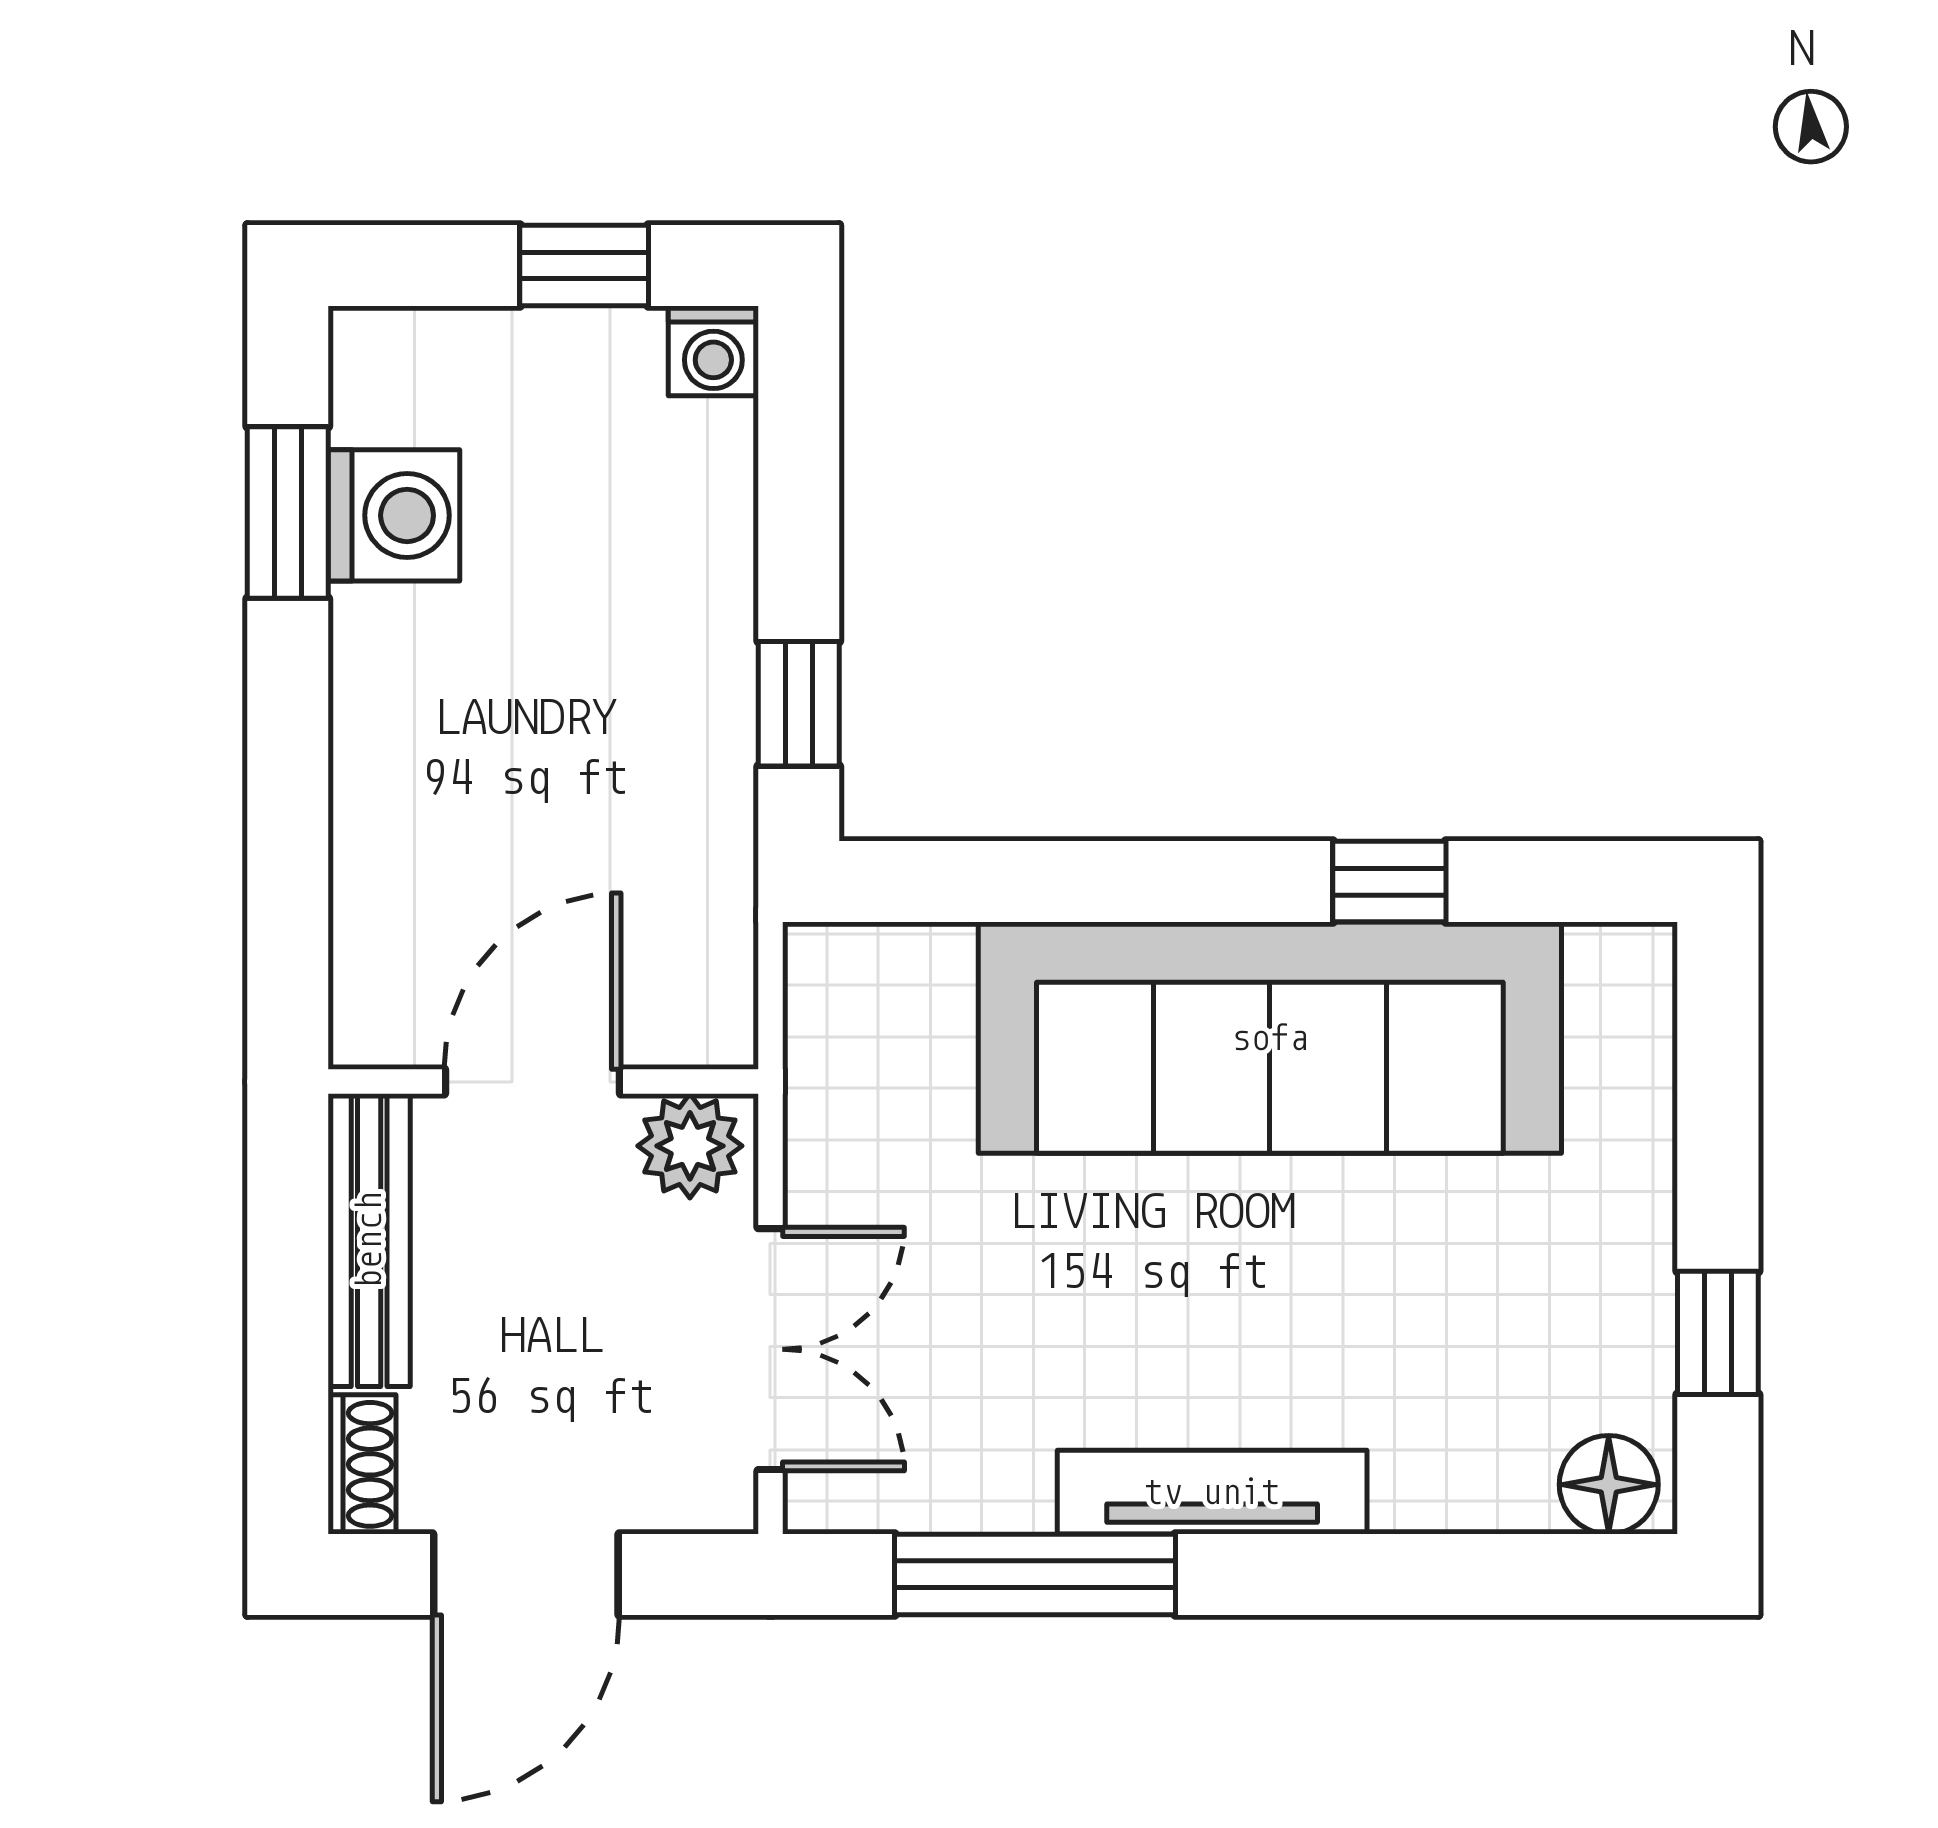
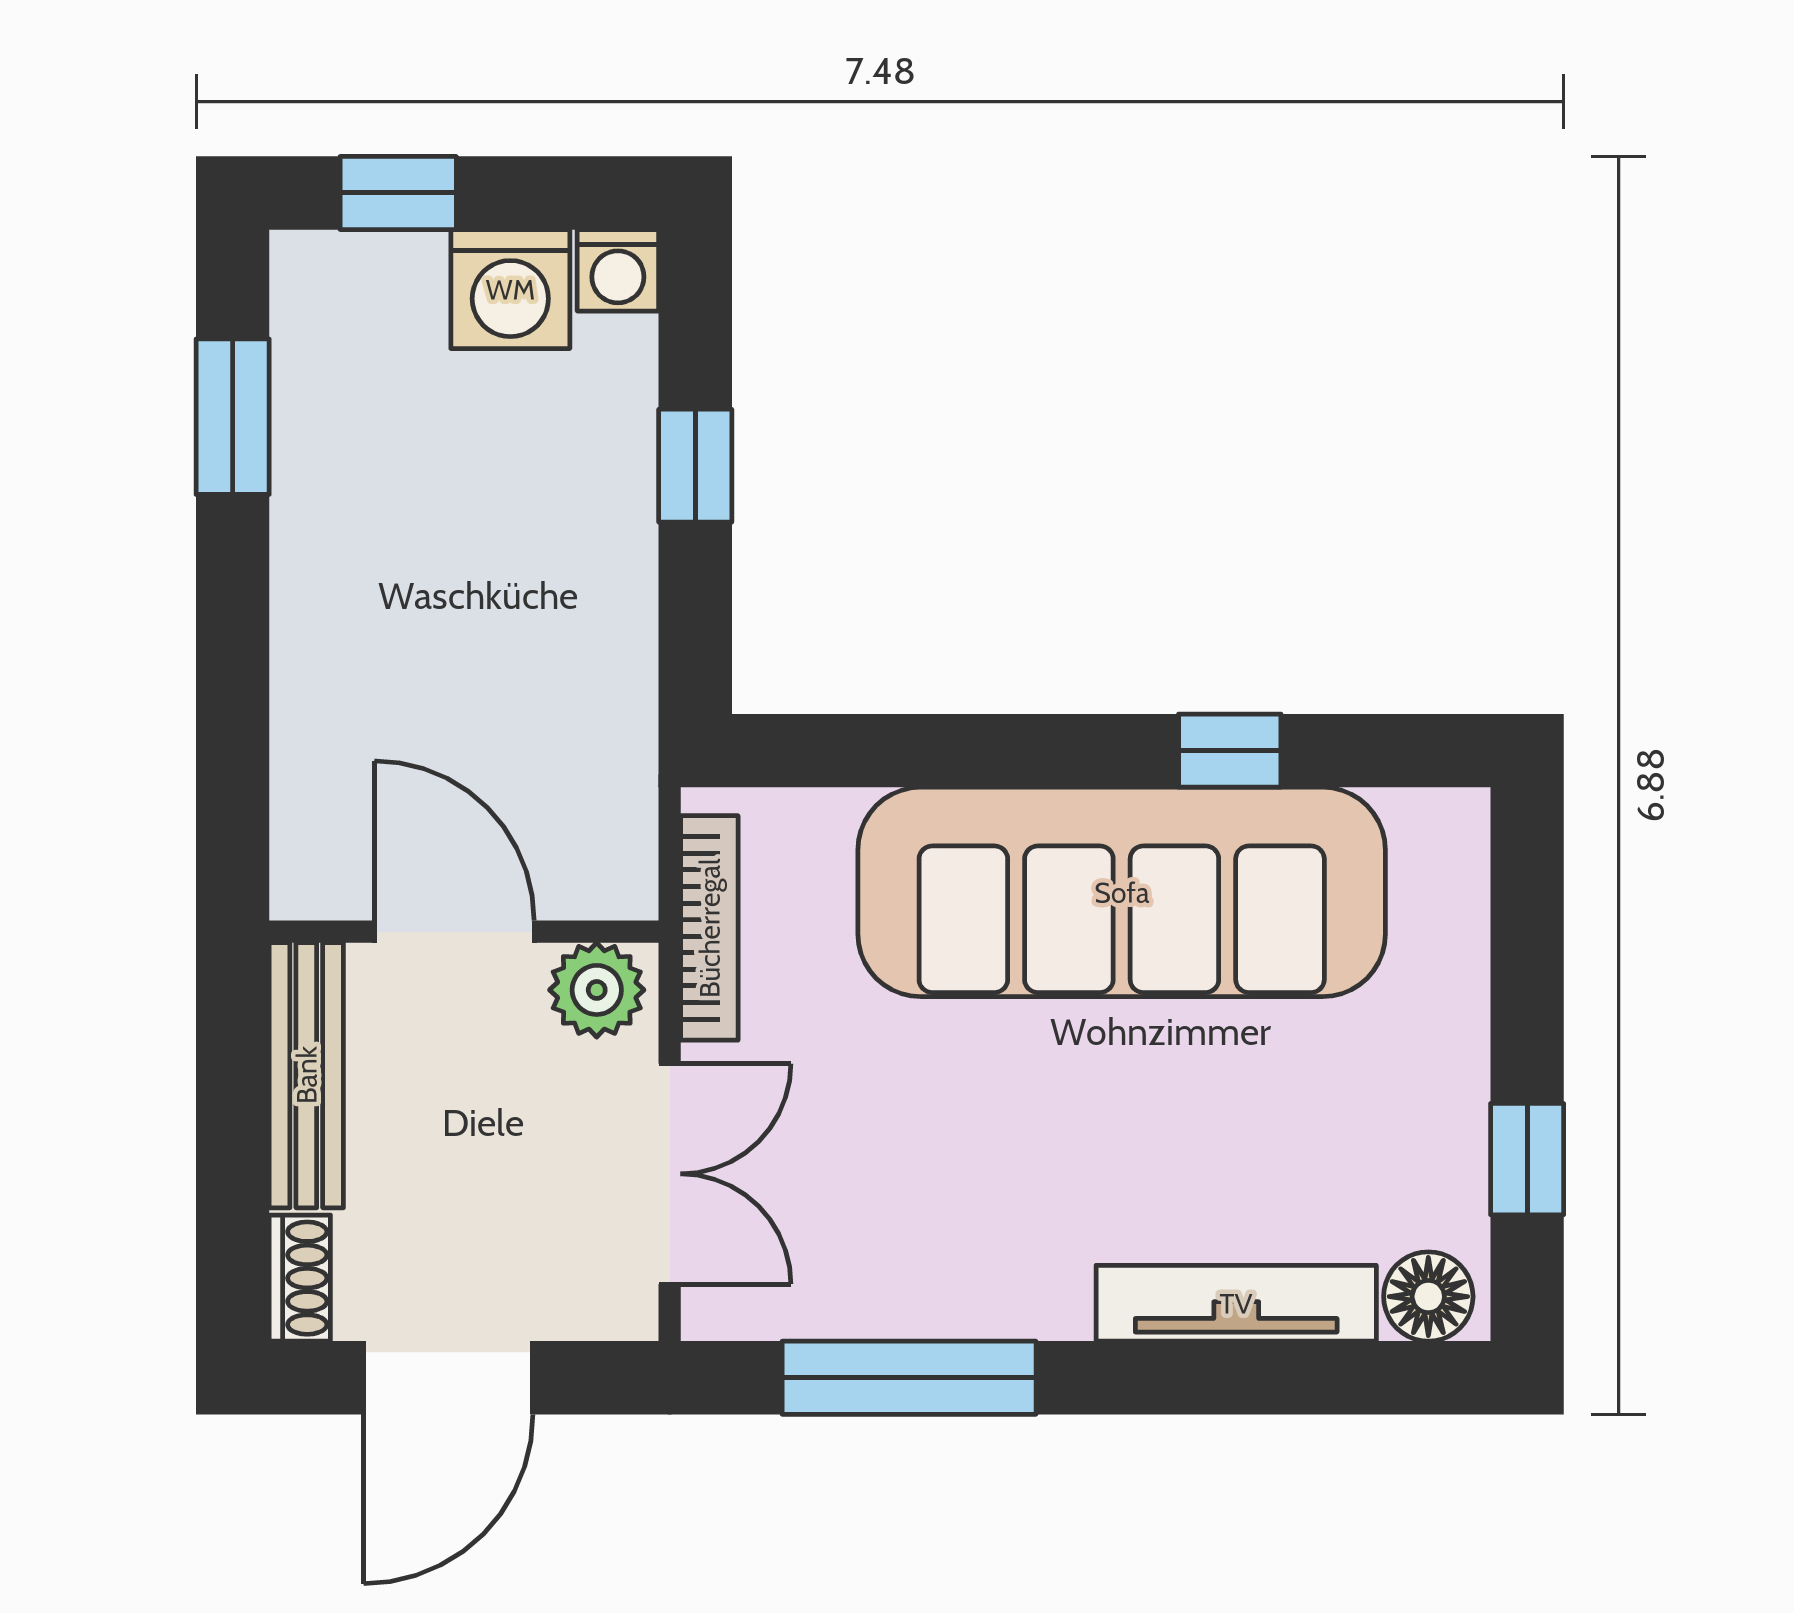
window: (584, 265) -> (398, 193), moved
washing machine: (394, 515) -> (510, 289), moved, turned 90
window: (799, 704) -> (695, 466), moved
bookcase: (814, 1077) -> (709, 928), added
door: (533, 1082) -> (454, 932), hinge flipped
tv unit: (1212, 1492) -> (1236, 1303), moved

